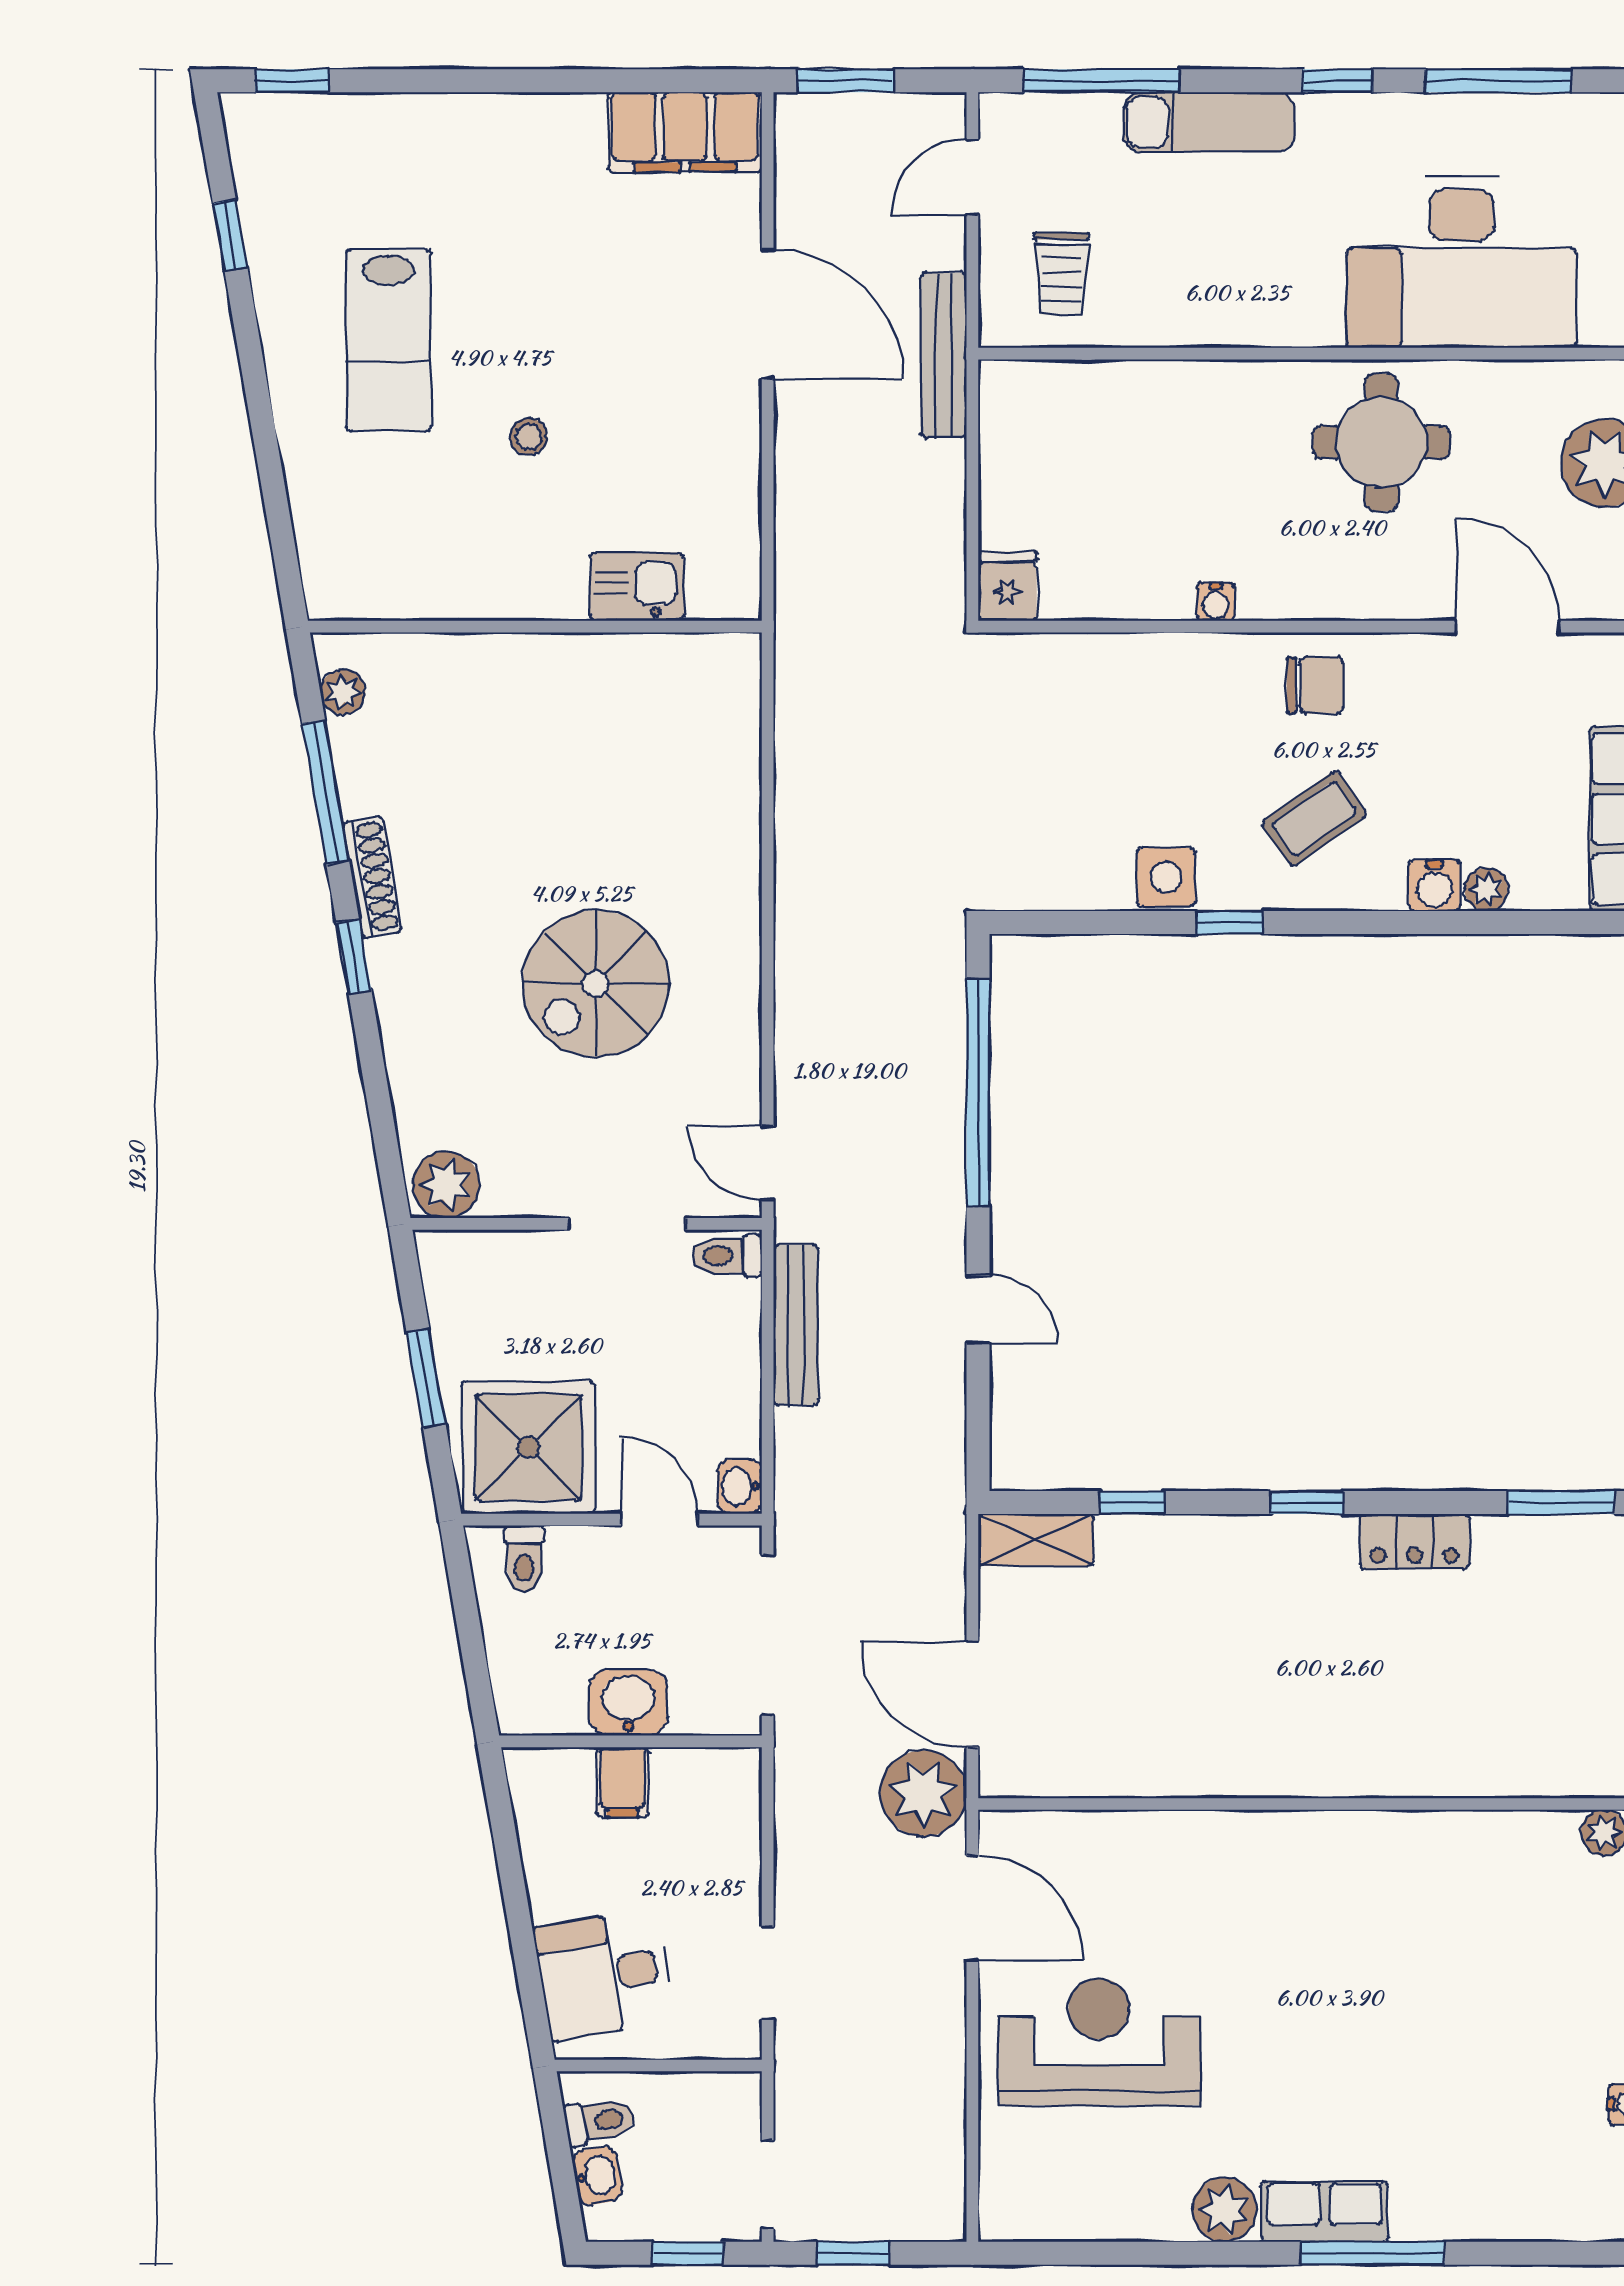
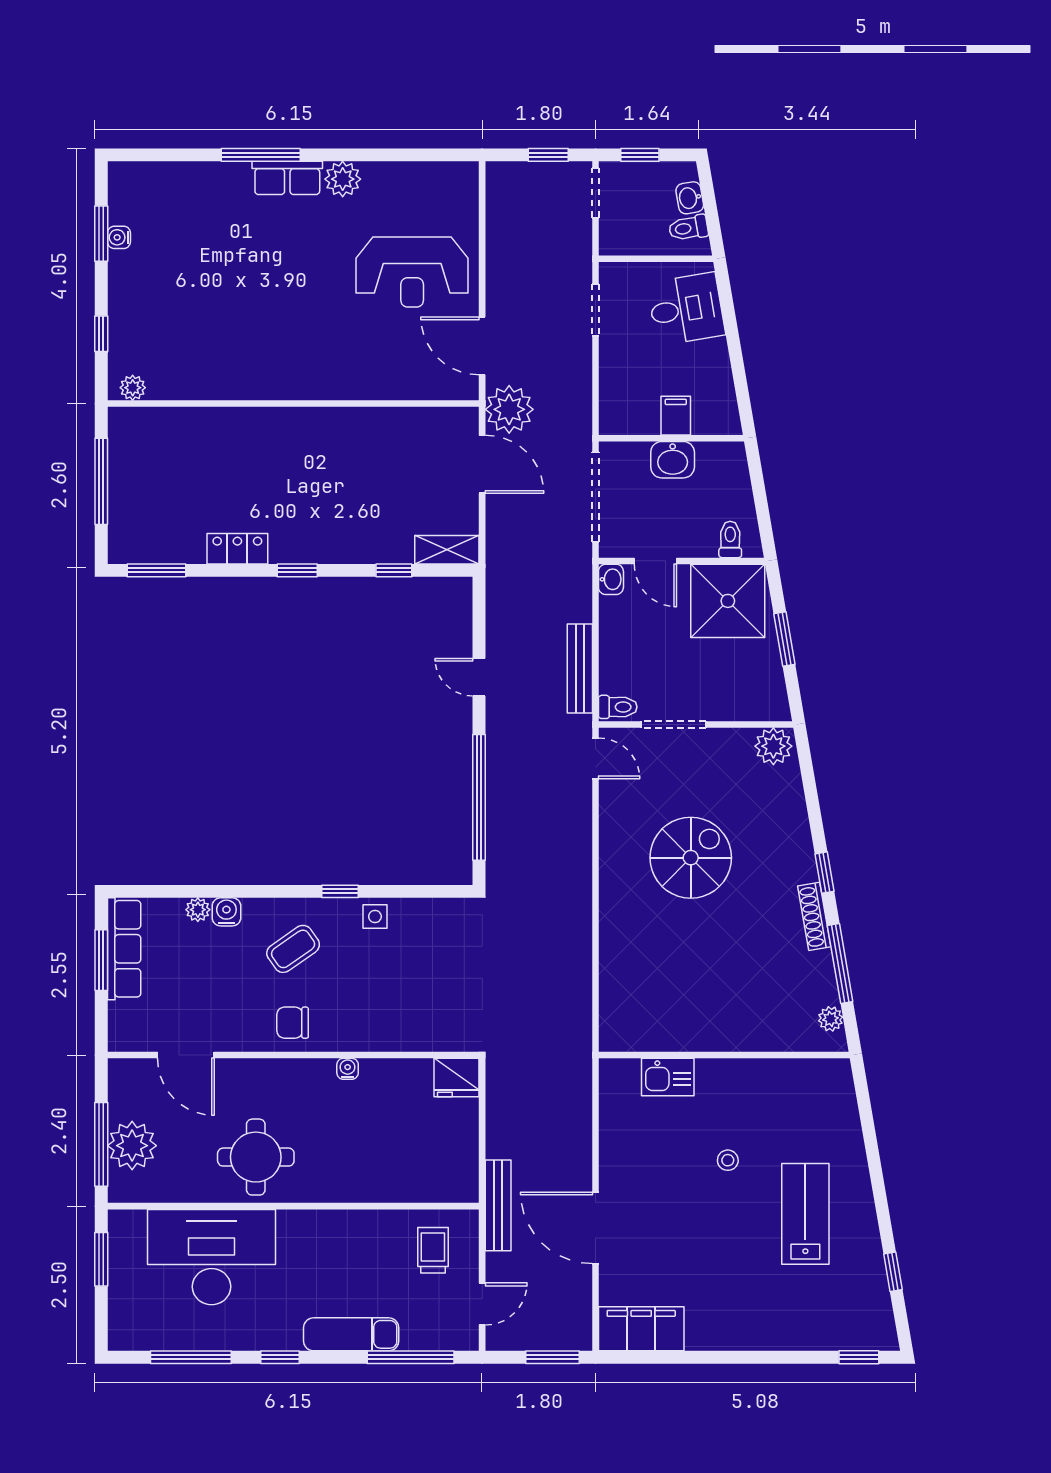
fridge: (1007, 586) -> (457, 1078), width x1.38
side table: (1166, 877) -> (375, 916), width x0.73, depth x0.73

